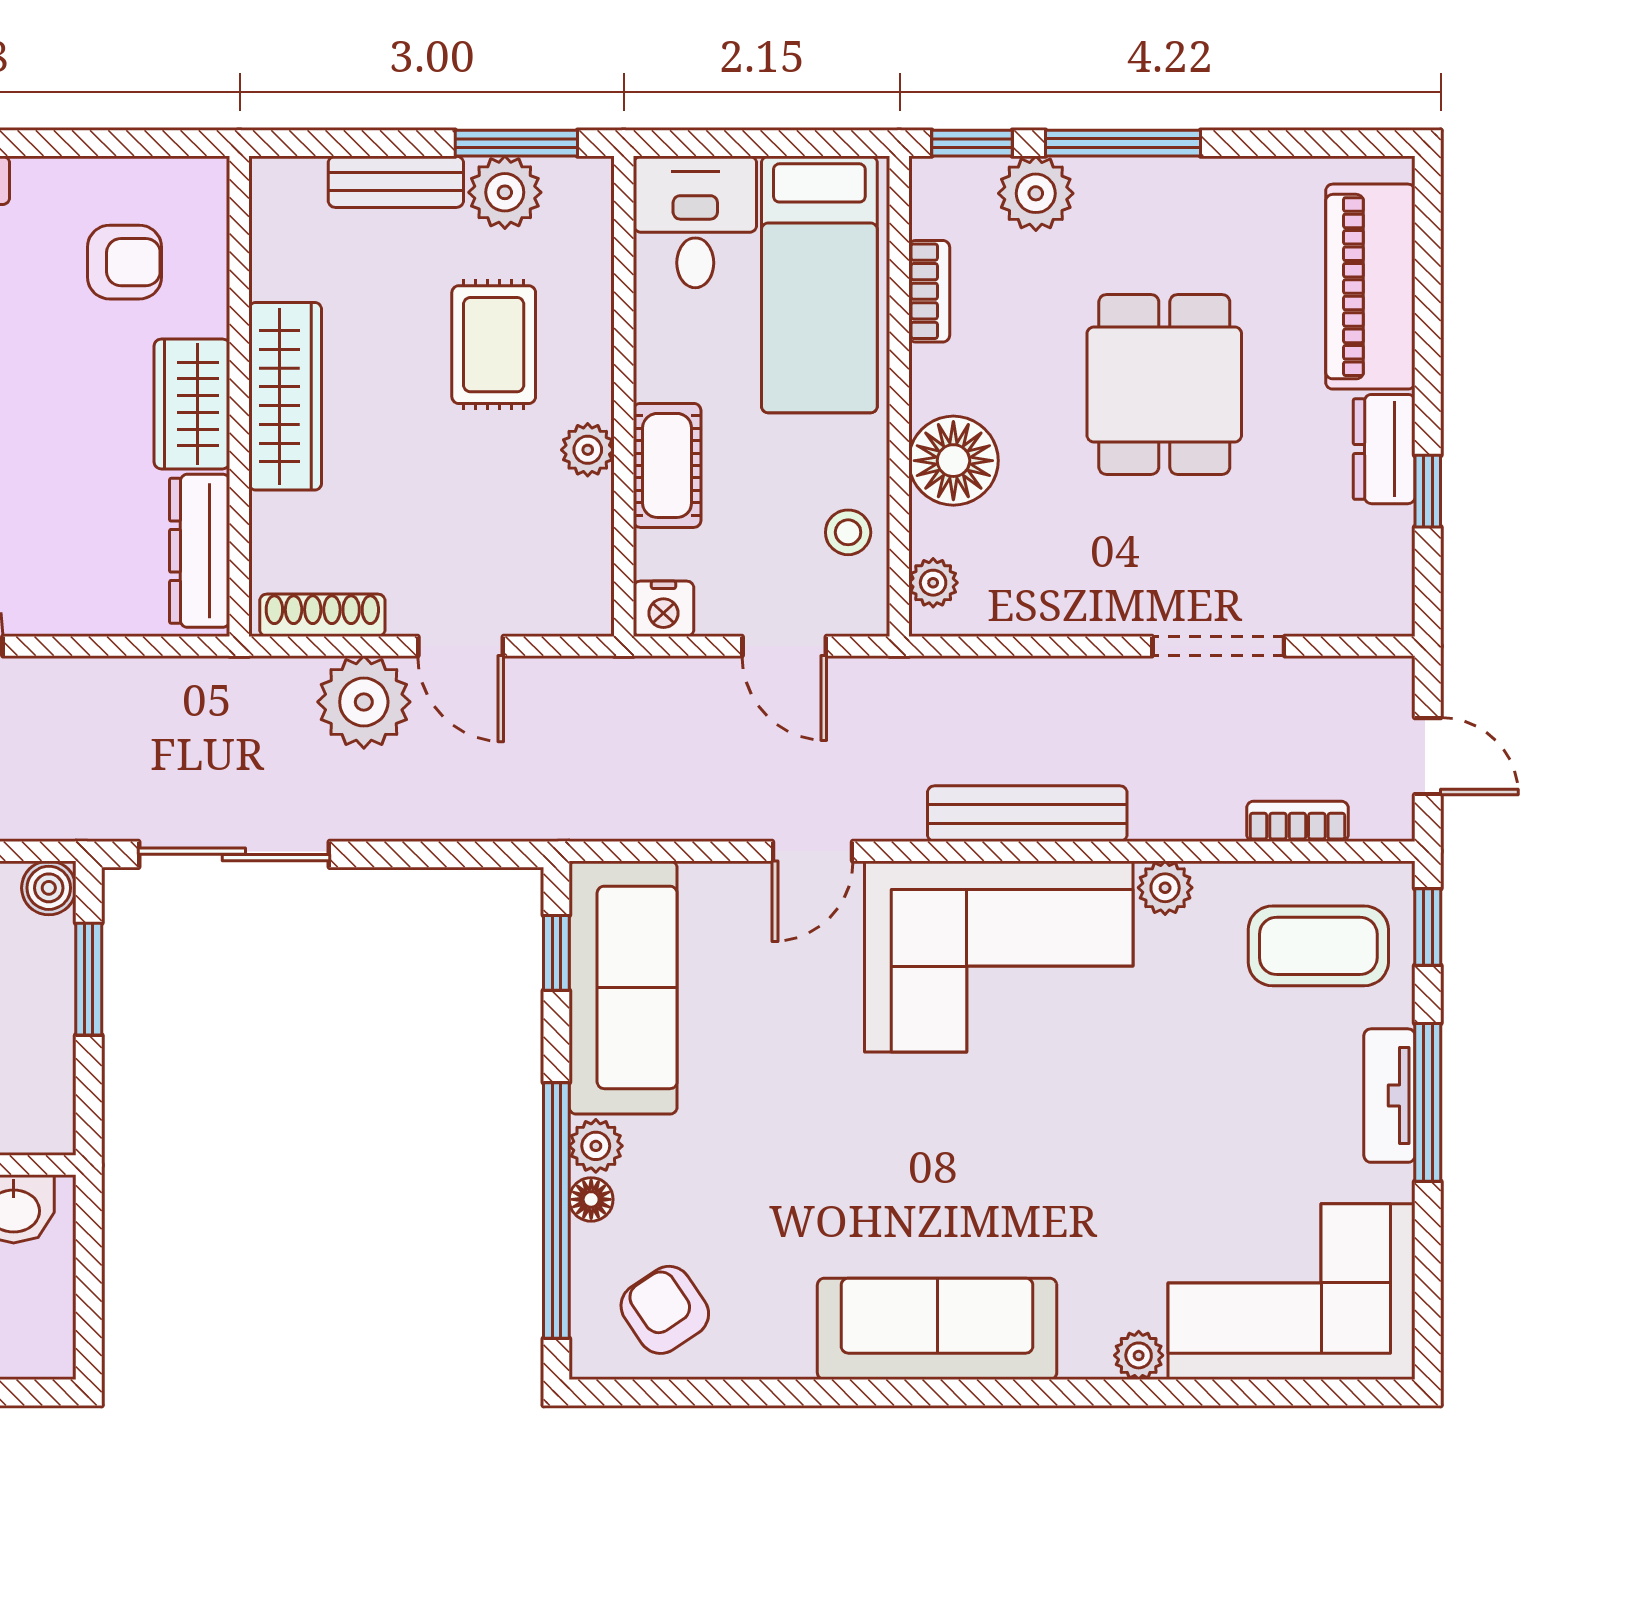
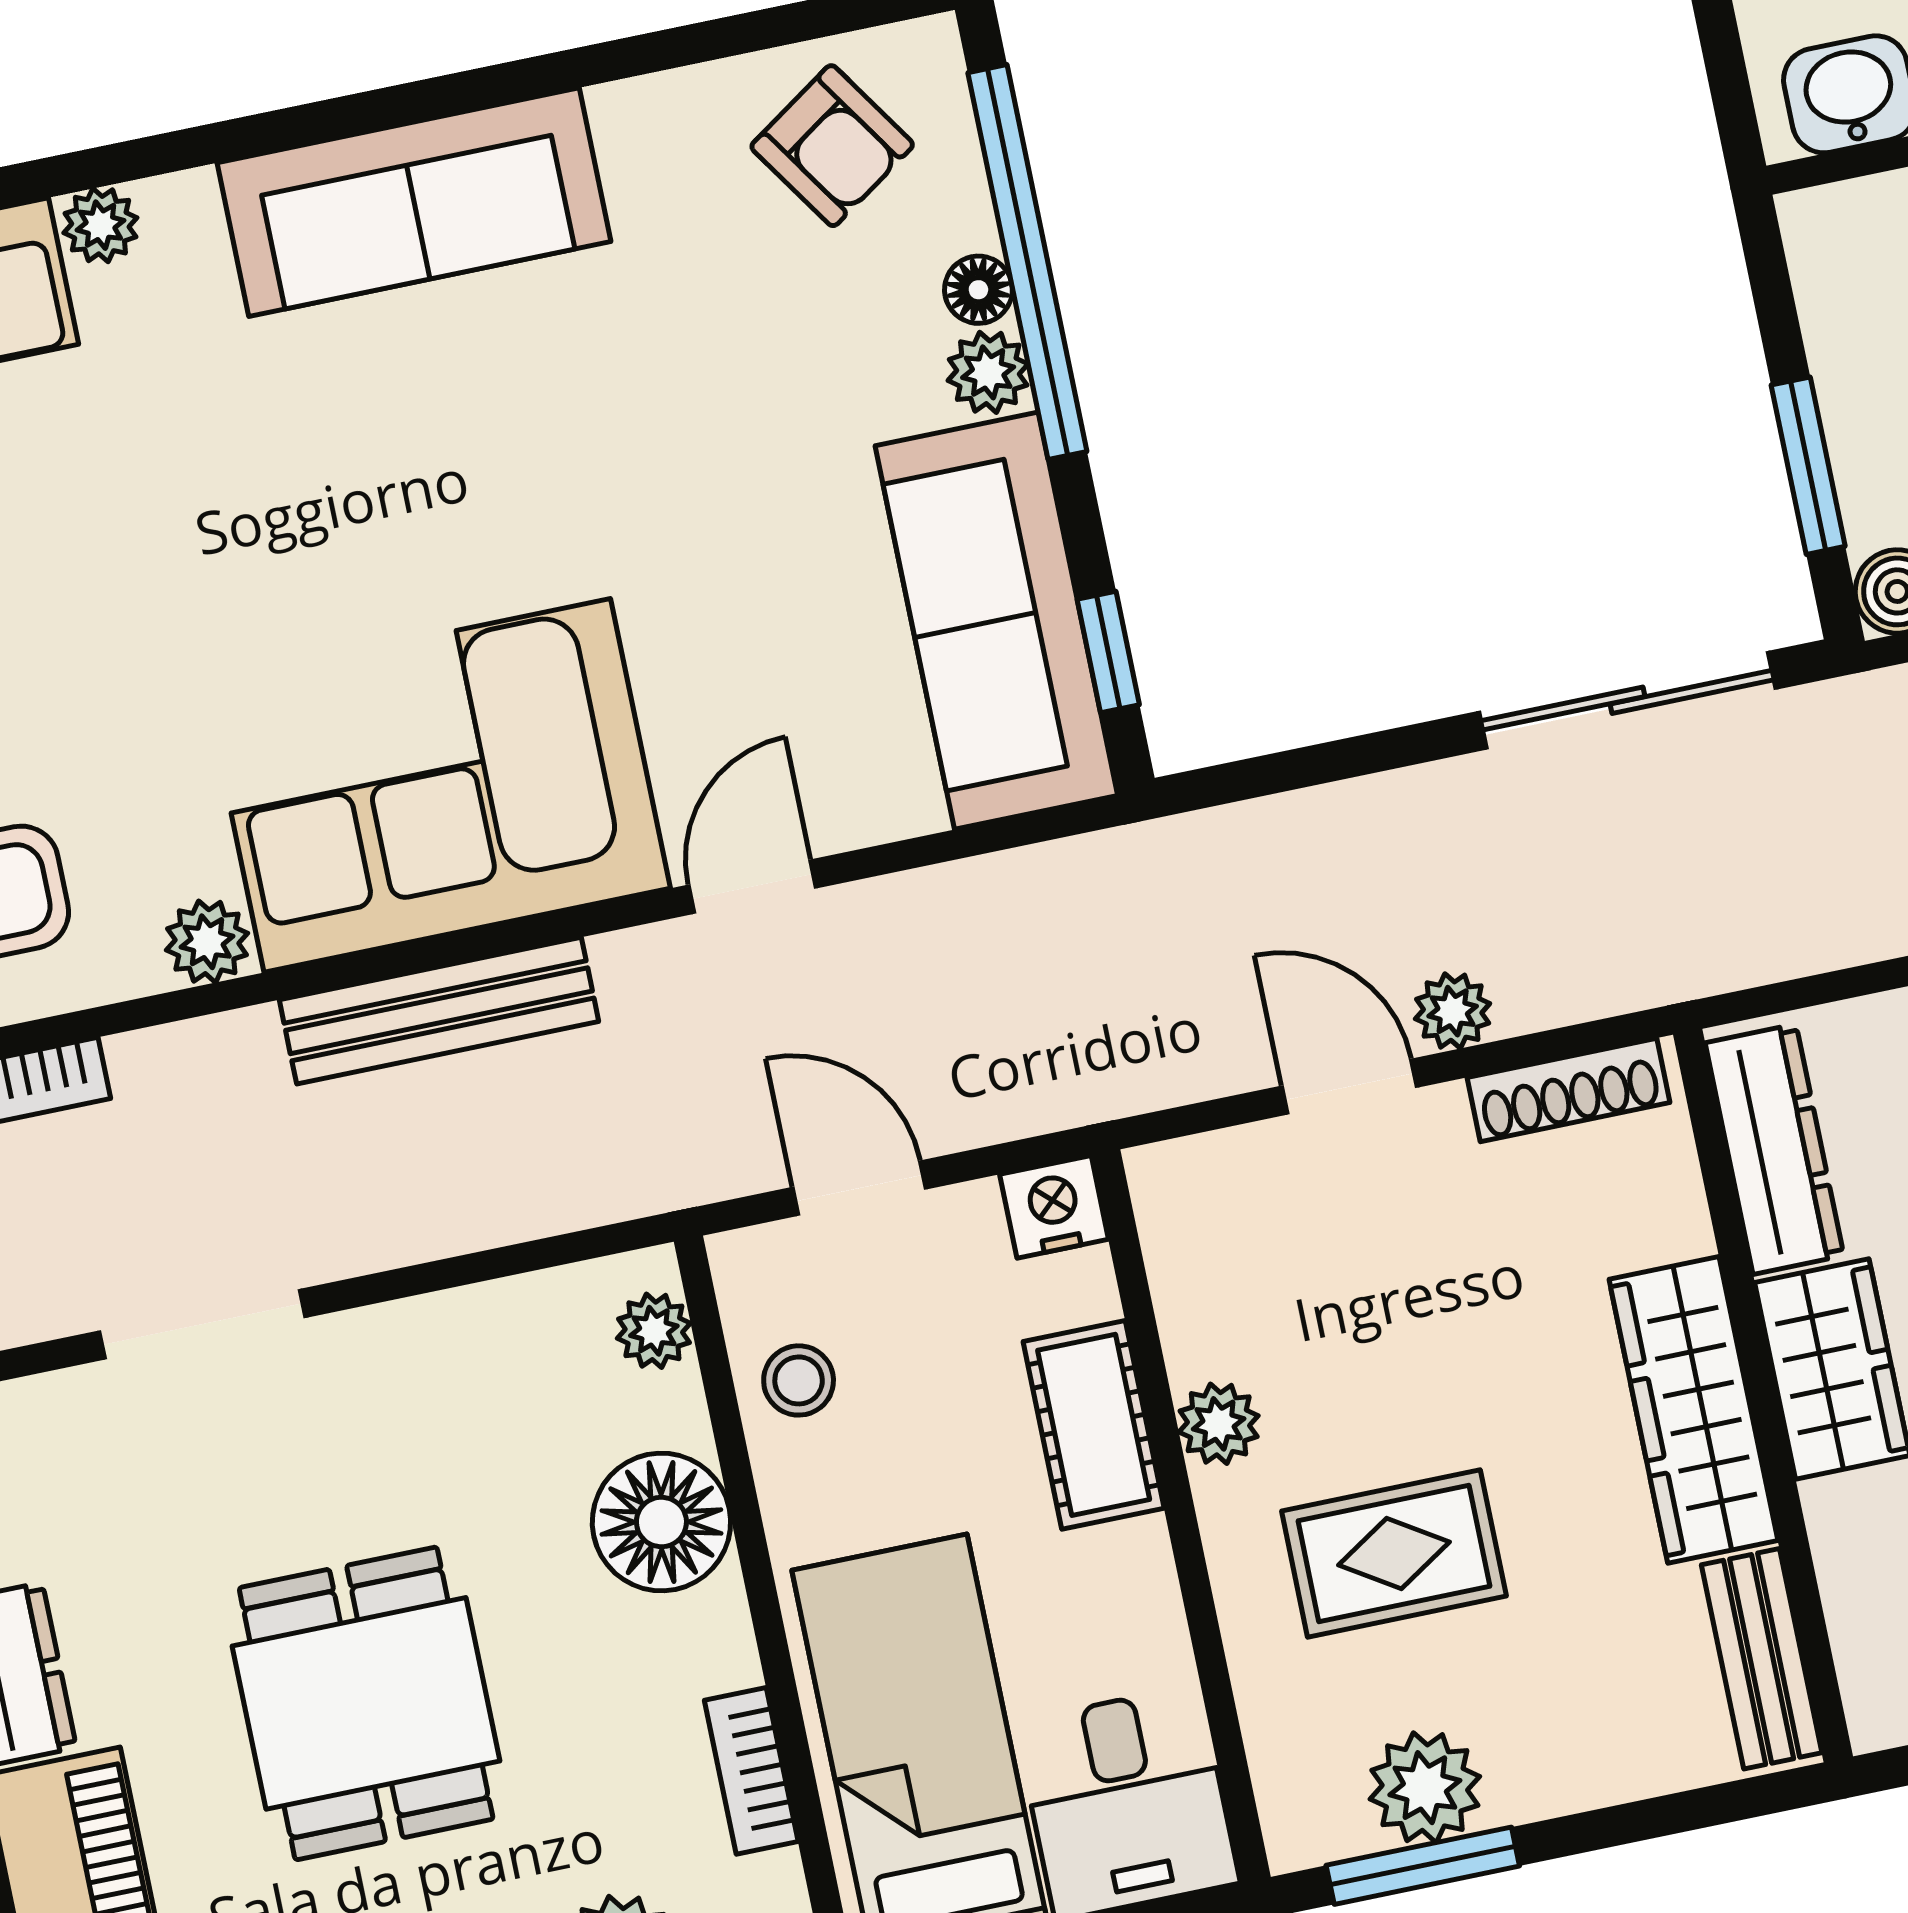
bench: (396, 182) -> (1762, 1659), moved, turned 90
rug: (494, 345) -> (1394, 1553), turned 90
plant: (364, 702) -> (1453, 1011), width x0.53, depth x0.53

